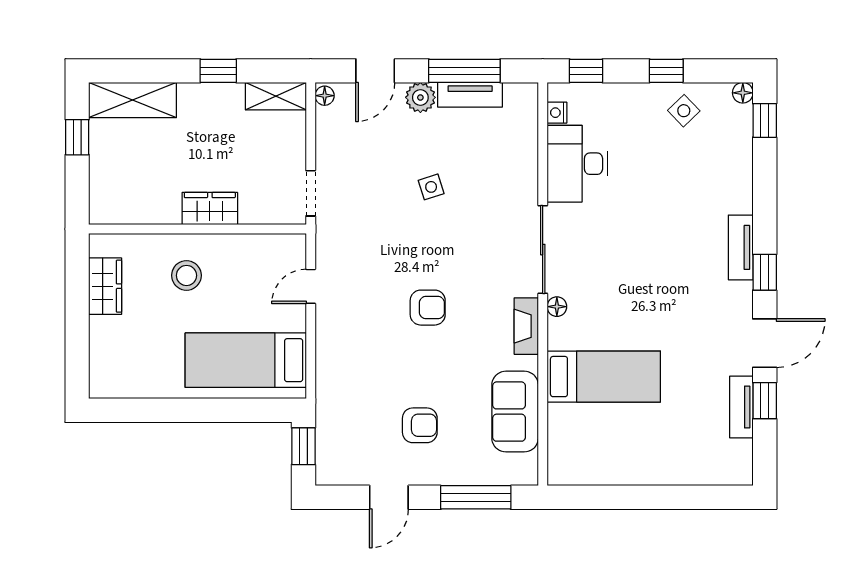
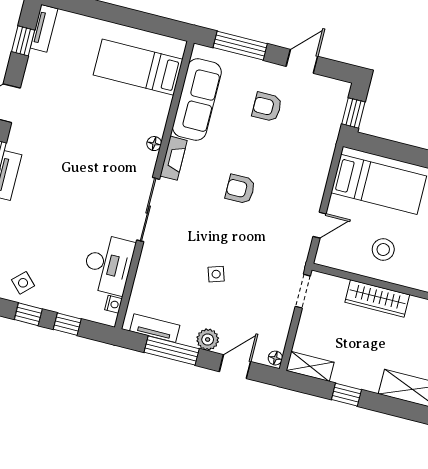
window: (586, 71) -> (67, 324), moved
tv unit: (470, 95) -> (155, 328), moved
wardrobe: (210, 209) -> (377, 298), width x1.50
stool: (186, 275) -> (383, 249), moved
floor lamp: (557, 307) -> (154, 144), moved
bed: (604, 377) -> (138, 67), moved
window: (765, 401) -> (23, 41), moved
tv unit: (741, 407) -> (44, 28), moved
sofa: (515, 412) -> (197, 100), width x1.36

